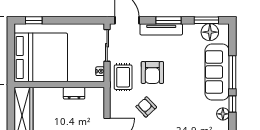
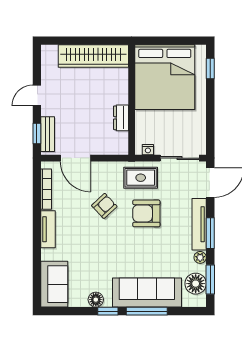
plant: (188, 29) -> (200, 257), added

